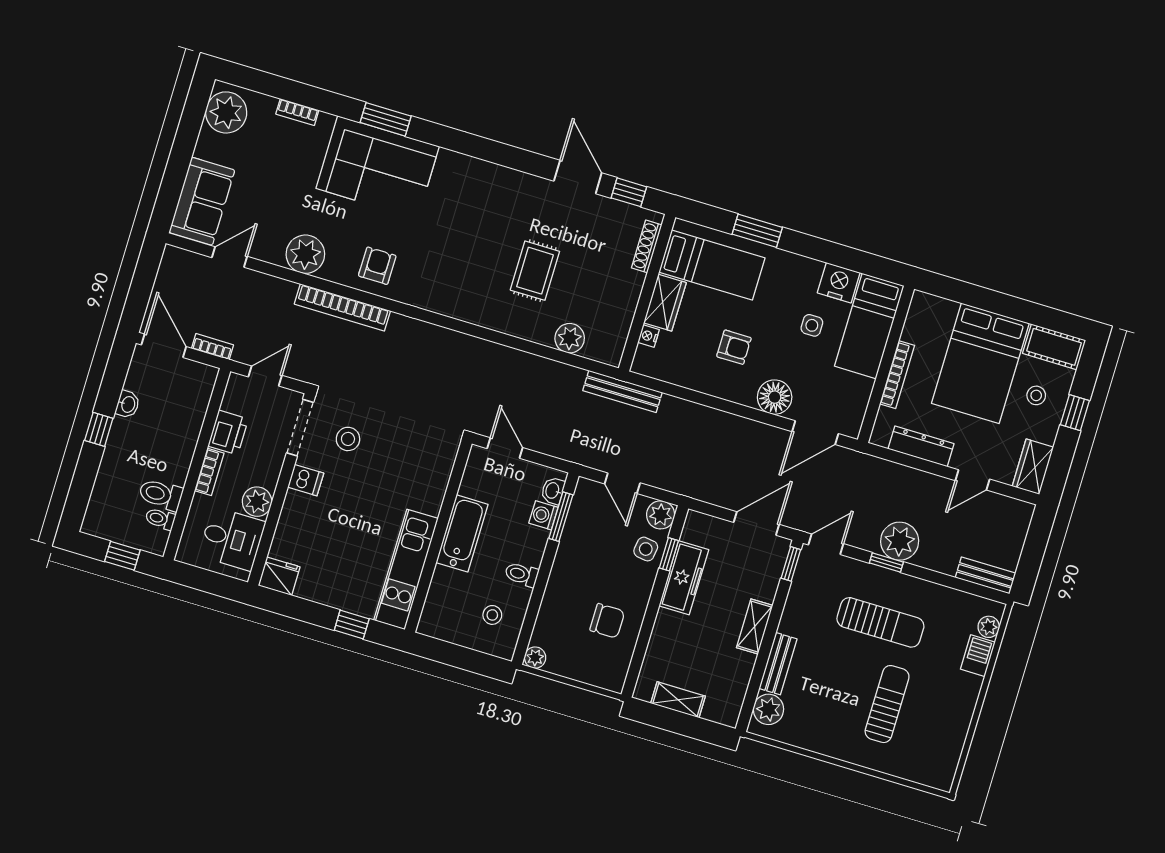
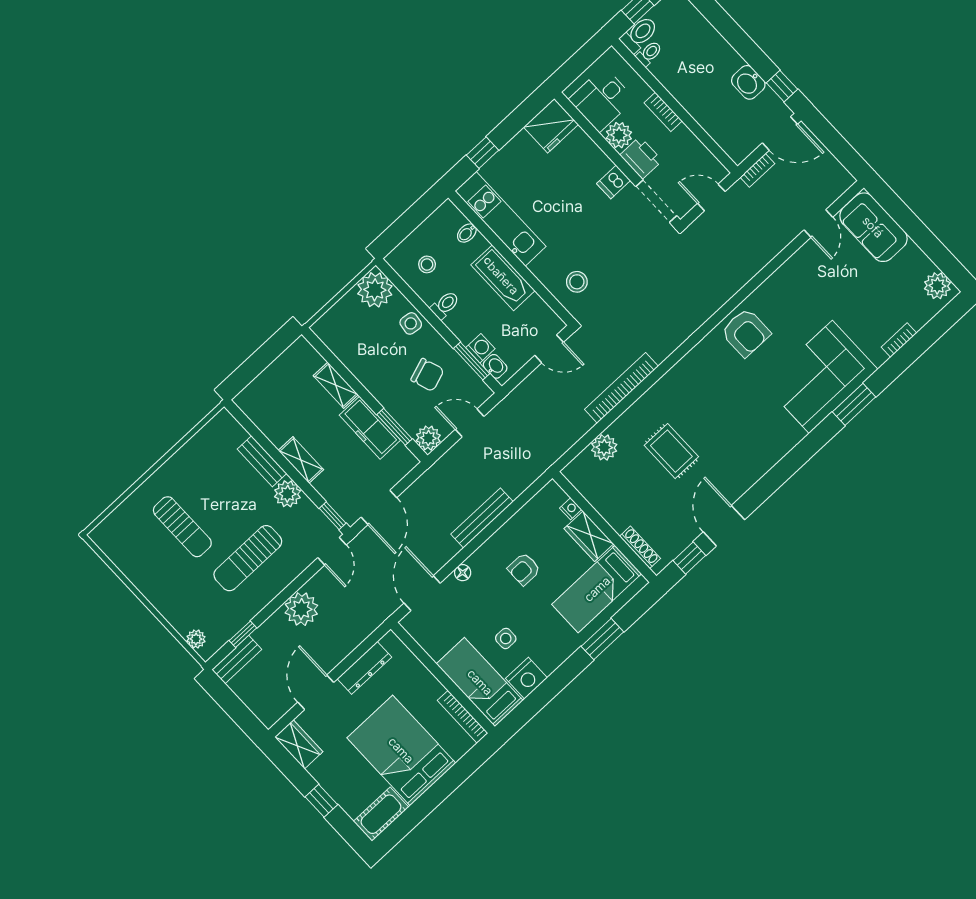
plant: (226, 112) -> (937, 286), width x0.73, depth x0.73
door: (578, 177) -> (724, 526), swing flipped
plant: (305, 254) -> (787, 283), removed
armchair: (377, 266) -> (746, 333), width x1.38, depth x1.38
bookcase: (342, 307) -> (622, 388), moved
bookcase: (897, 375) -> (463, 717), moved
door: (265, 376) -> (711, 197), swing flipped
bench: (622, 391) -> (482, 518), moved
stool: (1036, 395) -> (352, 779), removed
floor lamp: (775, 397) -> (463, 573), width x0.53, depth x0.53
washbasin: (128, 404) -> (748, 82), width x1.38, depth x1.45
window: (99, 429) -> (782, 86), moved
printer: (228, 432) -> (641, 158), moved, turned 180
stool: (348, 439) -> (577, 282), moved
door: (972, 480) -> (316, 692), width x1.37
toilet: (161, 495) -> (639, 34), moved
side table: (646, 549) -> (411, 323), moved
window: (669, 554) -> (394, 427), width x1.50
window: (886, 562) -> (243, 634), moved
fridge: (279, 576) -> (551, 126), width x1.36, depth x1.34
bidet: (439, 594) -> (467, 233), added
chair: (607, 621) -> (427, 375), moved, turned -109
barbecue: (978, 656) -> (179, 618), removed
plant: (535, 658) -> (375, 290), width x1.88, depth x1.88
shelving: (678, 700) -> (336, 385), moved, turned 90
plant: (768, 709) -> (288, 494), moved

